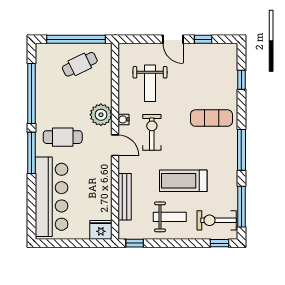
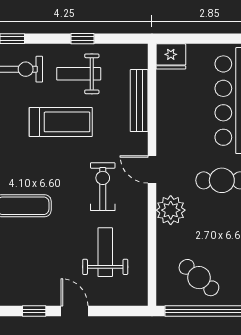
cafe table: (80, 64) -> (199, 278), turned 67
water cooler: (123, 119) -> (141, 204), removed
exercise bike: (152, 132) -> (103, 187), turned 180
window: (135, 243) -> (82, 39), moved

